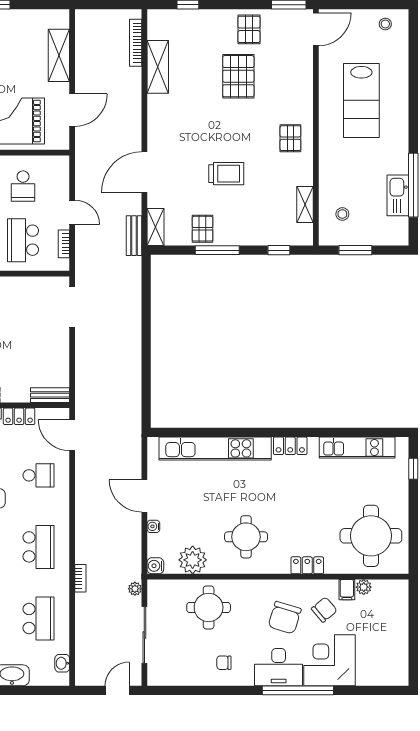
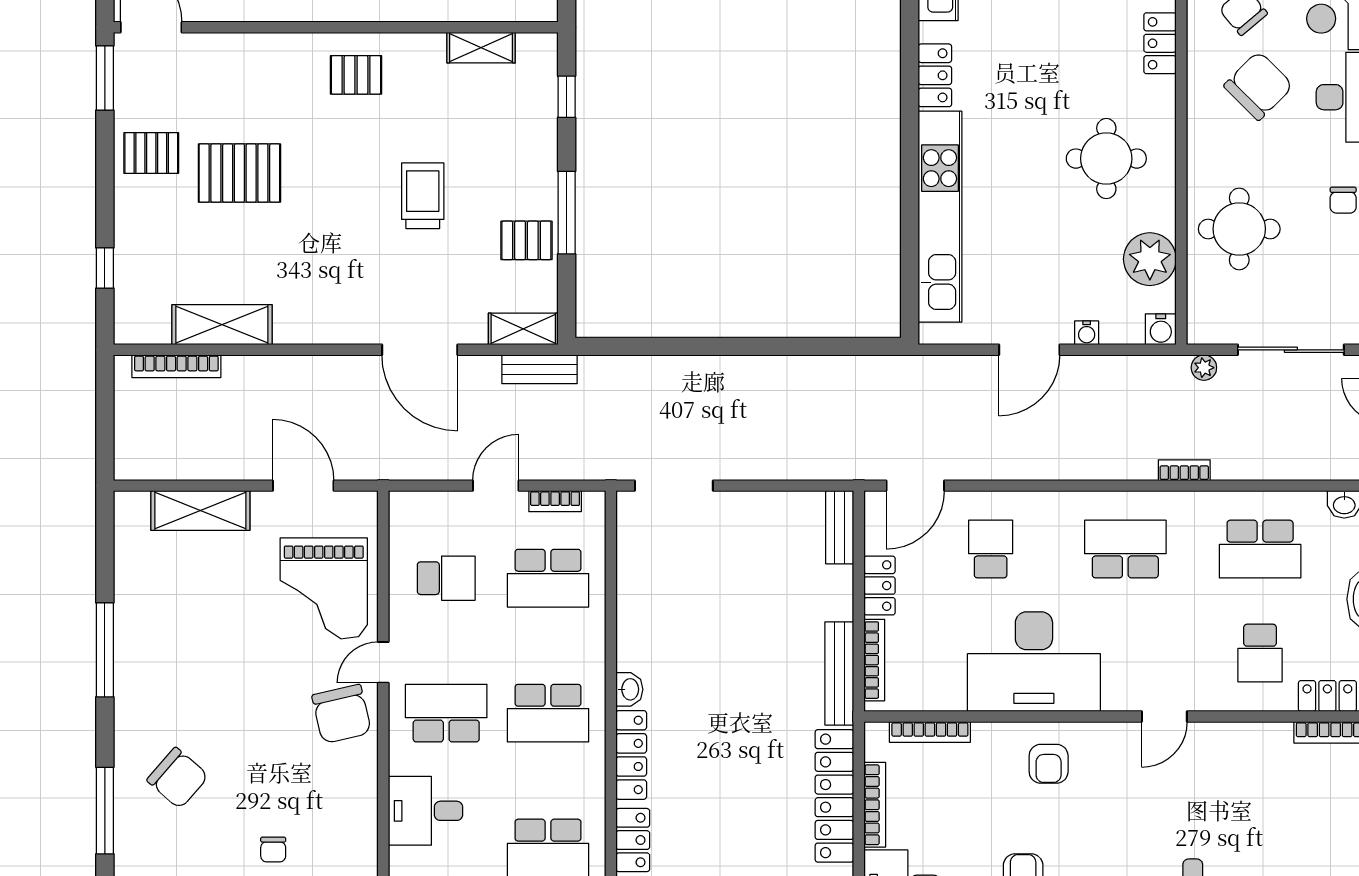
chair: (285, 618) -> (1258, 86), turned -62
school desk: (39, 619) -> (1260, 549), turned 180

